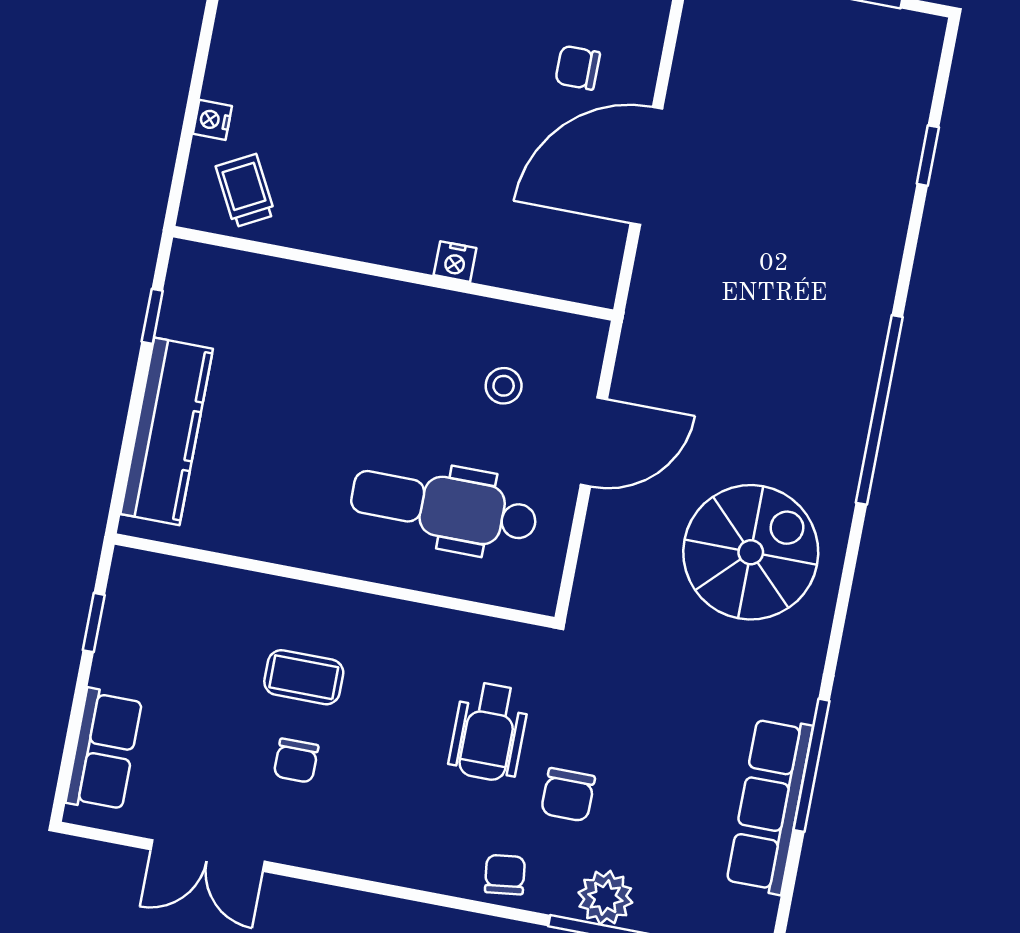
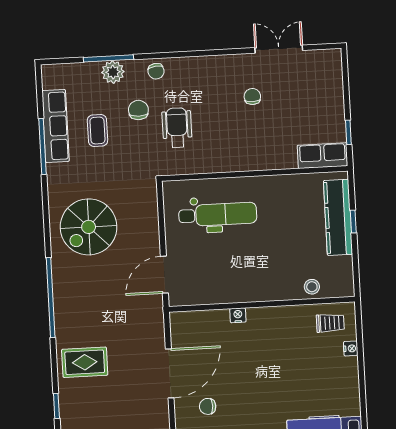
chair: (578, 68) -> (208, 406), turned 180
trolley: (245, 191) -> (330, 323), turned -62
rug: (837, 241) -> (85, 362), added
window: (152, 316) -> (353, 221), moved
stool: (504, 386) -> (312, 287), moved
door: (594, 442) -> (164, 275), moved
coffee table: (304, 677) -> (97, 131), moved, turned 90
row of seats: (104, 750) -> (322, 156), moved, turned 90

